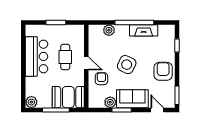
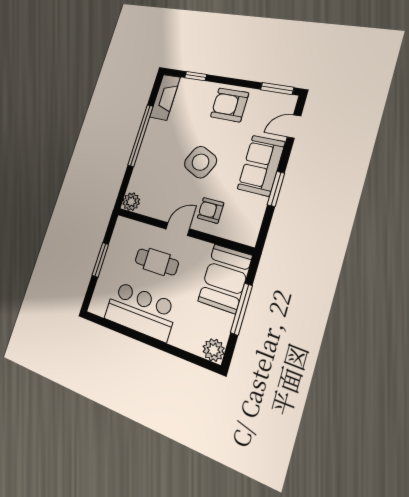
plant: (109, 30) -> (131, 202), moved
fireplace: (144, 30) -> (165, 97), moved
plant: (110, 102) -> (256, 206), removed

